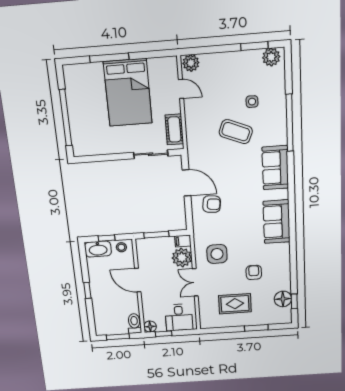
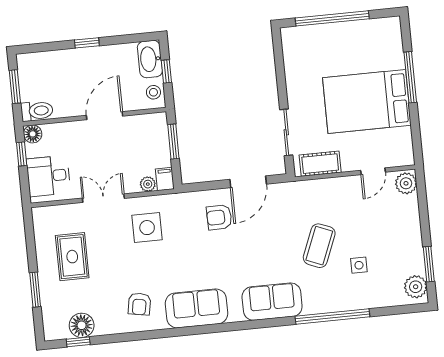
armchair: (212, 204) -> (219, 217), turned 83
plant: (182, 258) -> (148, 184), width x0.53, depth x0.53
armchair: (254, 272) -> (139, 304), moved, turned 100

